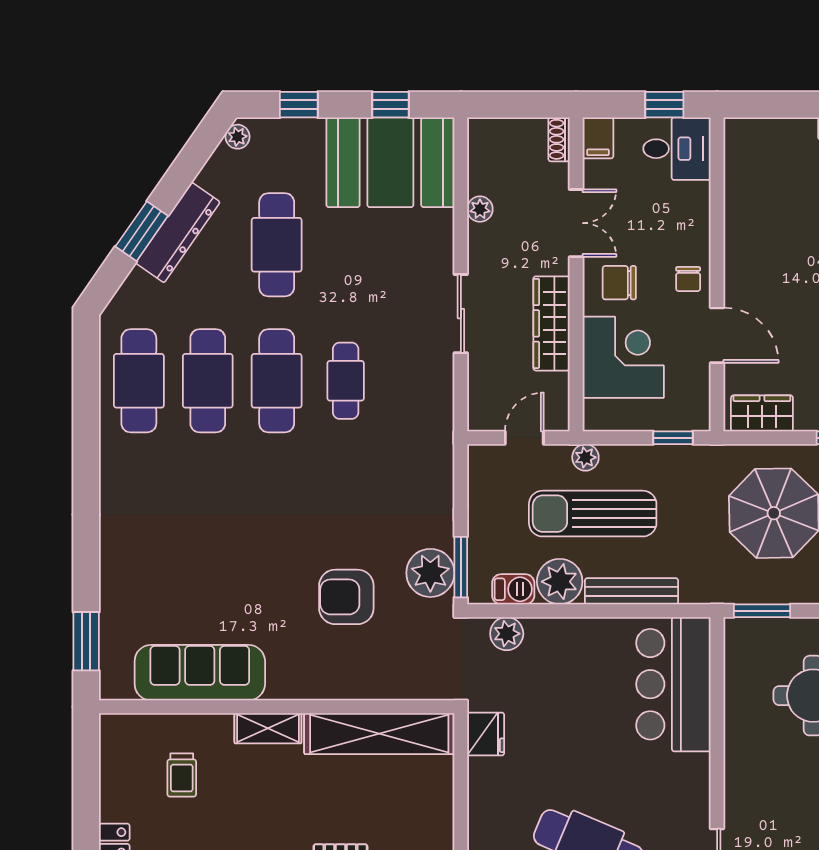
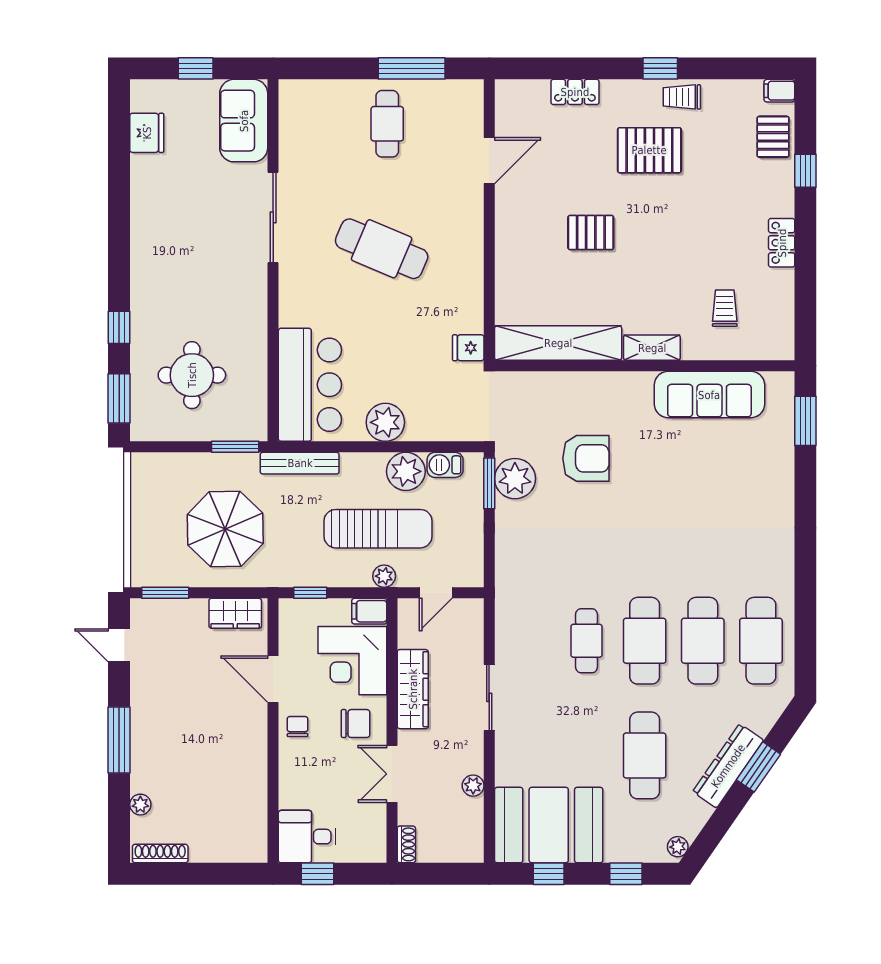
filing cabinet: (598, 138) -> (369, 611), moved, turned -90
bench: (632, 591) -> (300, 463), moved
plant: (507, 634) -> (385, 422), moved, width x1.36, depth x1.36
fridge: (486, 734) -> (468, 348), width x0.72

